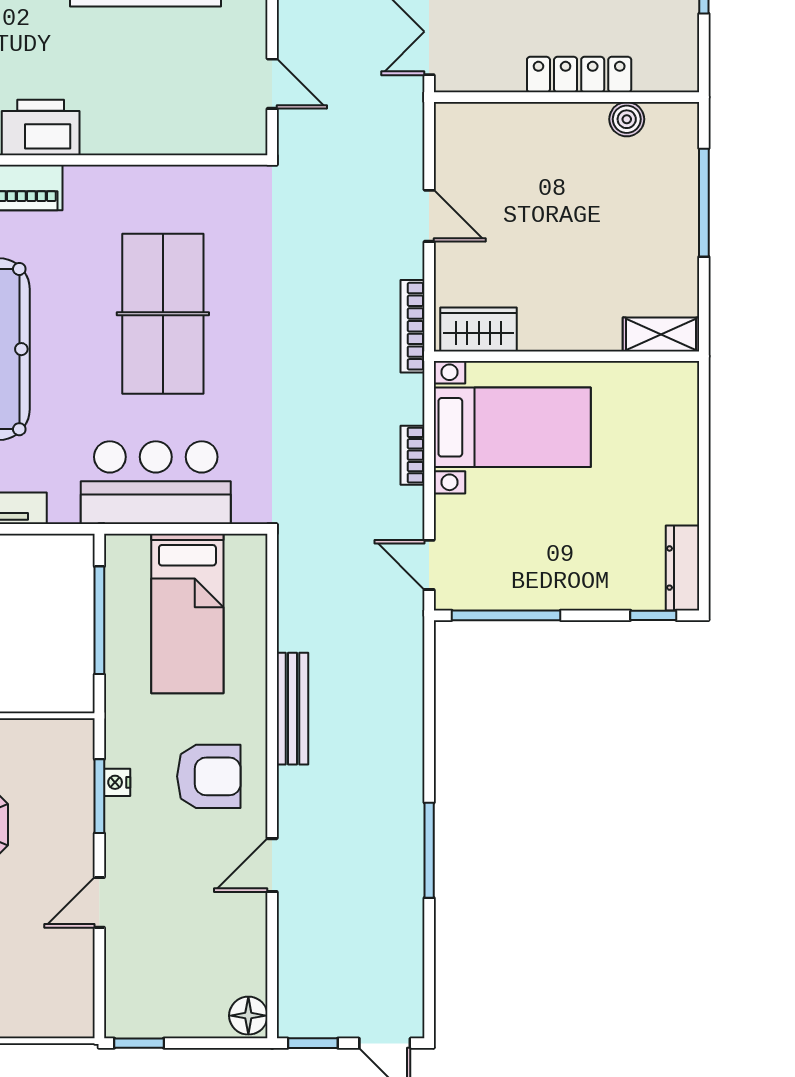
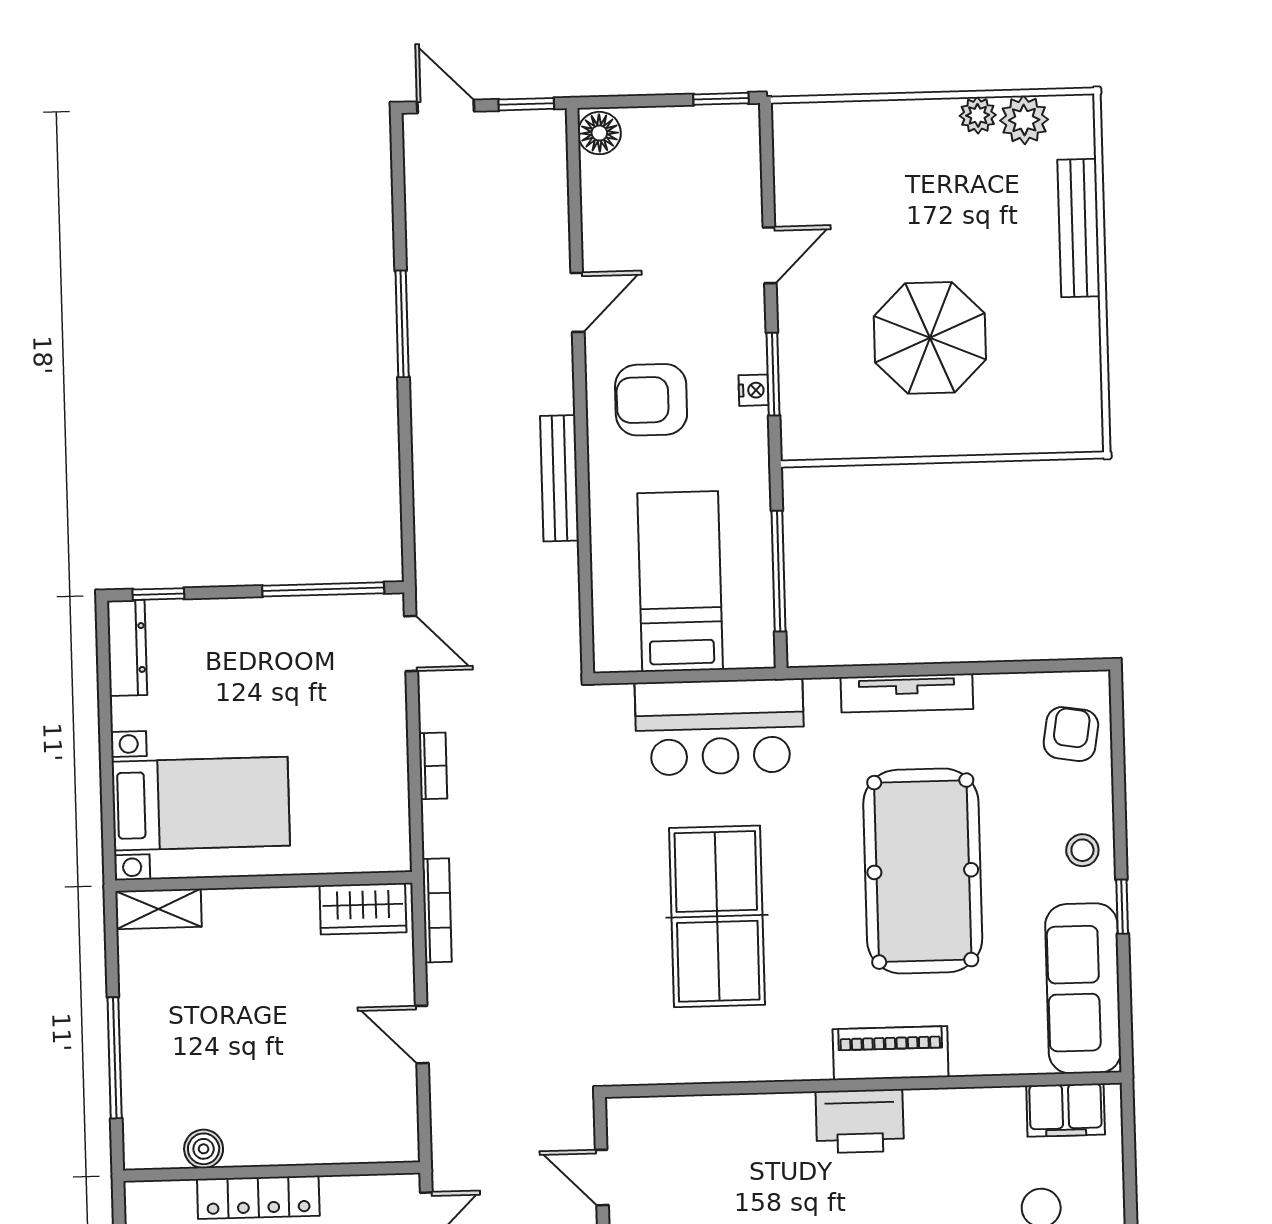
bed with nightstands: (512, 427) -> (201, 804), moved, turned 180

